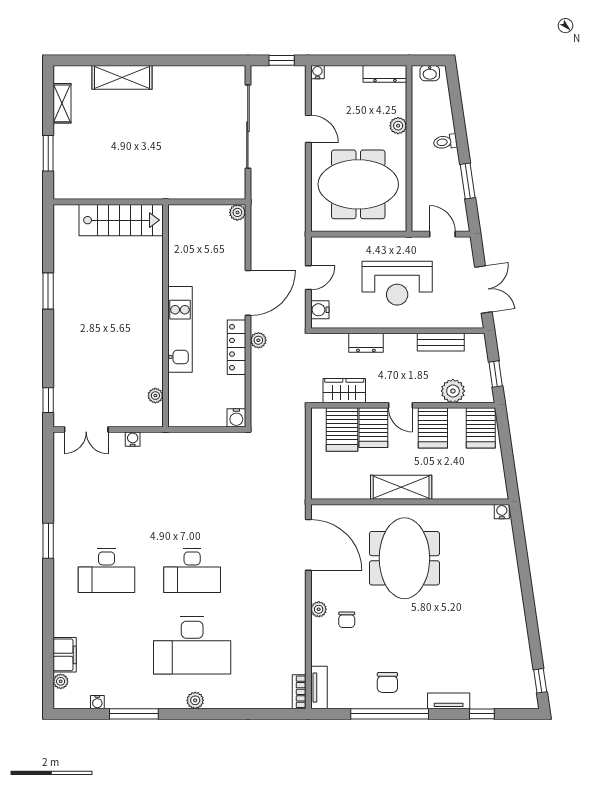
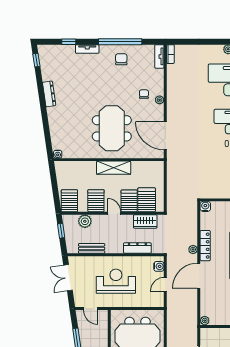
dresser: (366, 343) -> (137, 248), width x1.44
dresser: (517, 620) -> (49, 94), added

